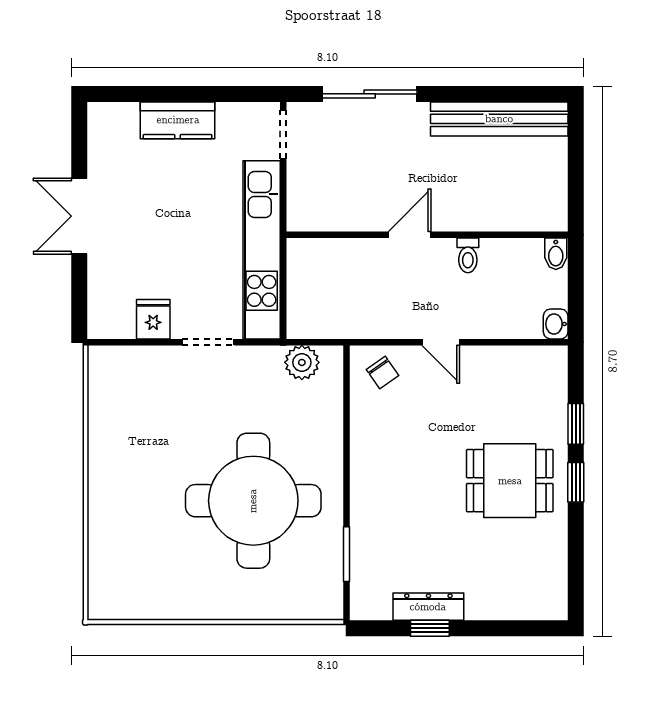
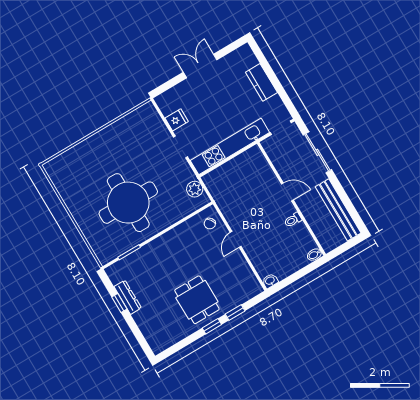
door: (410, 235) -> (287, 192), moved
wall: (427, 235) -> (291, 199), moved
bidet: (556, 254) -> (314, 255), moved
toilet: (468, 255) -> (293, 220), moved

